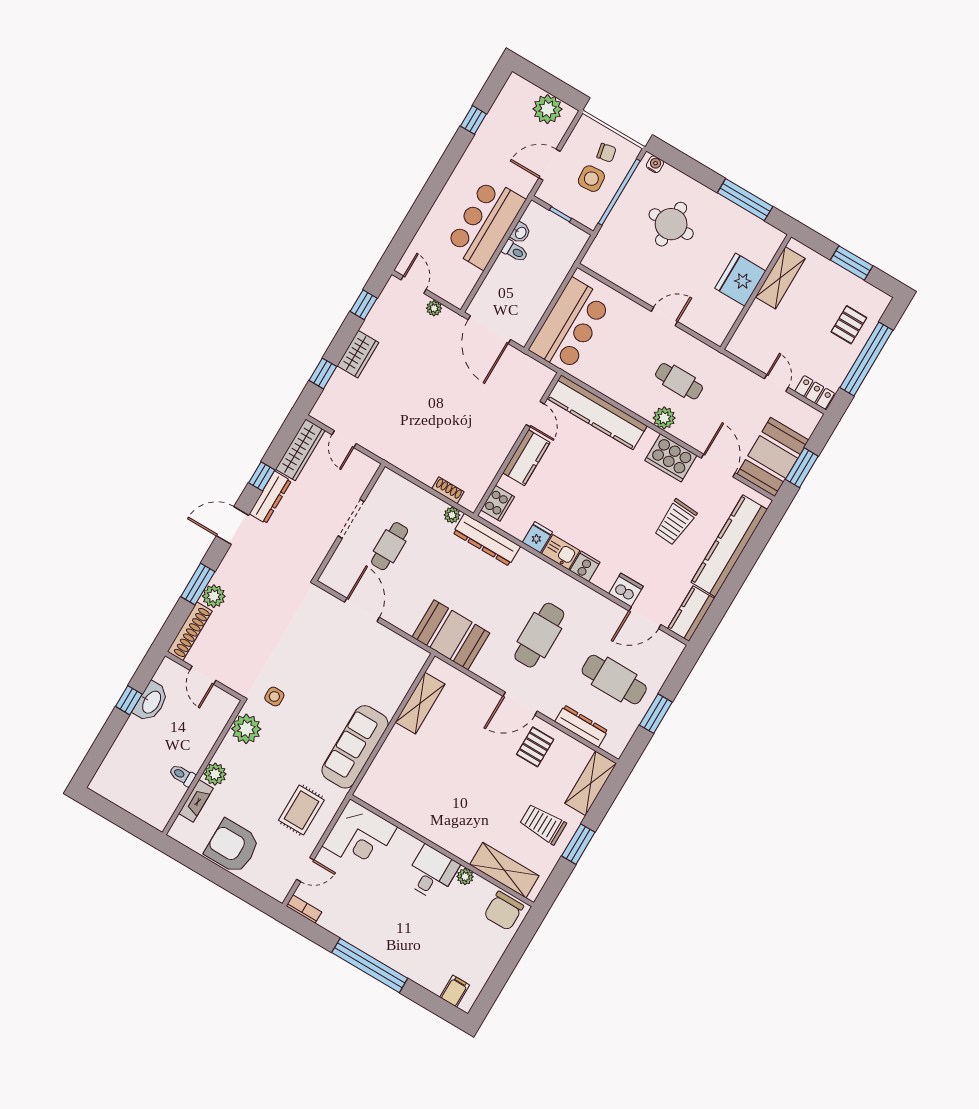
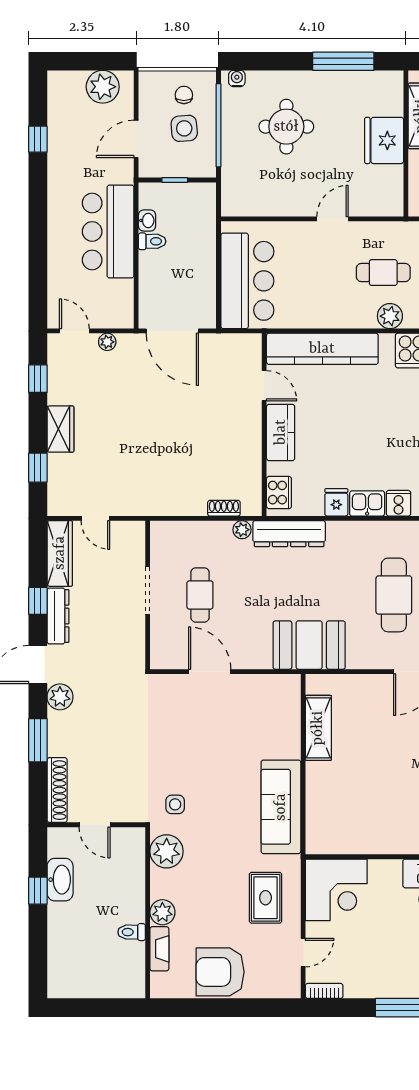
chair: (606, 153) -> (184, 95), turned -78
plant: (214, 596) -> (60, 697), moved

